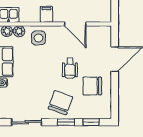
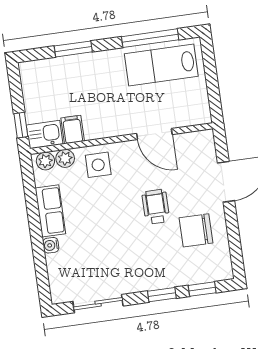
filing cabinet: (46, 14) -> (73, 130), moved
wheelchair: (70, 68) -> (156, 207), turned 180
chair: (60, 103) -> (148, 265), removed

